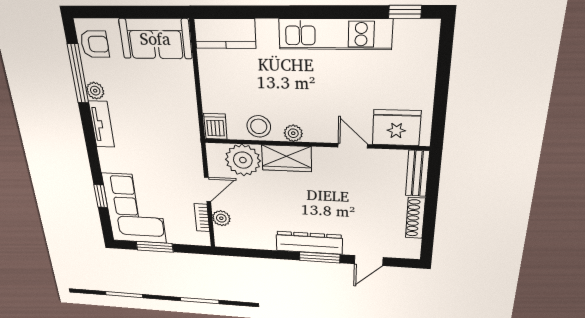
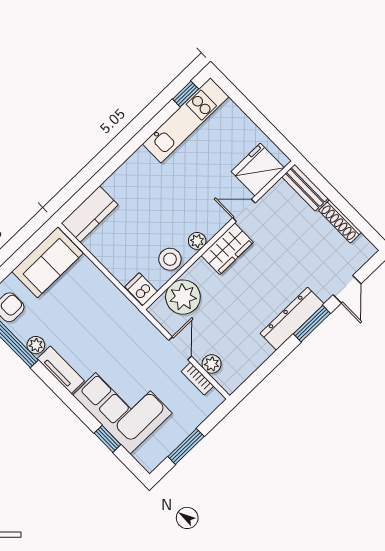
kitchen unit: (335, 34) -> (186, 120), moved
wardrobe: (287, 158) -> (227, 249), moved
corner sofa: (135, 209) -> (122, 404), moved

